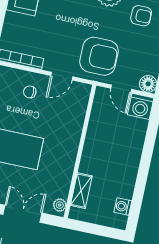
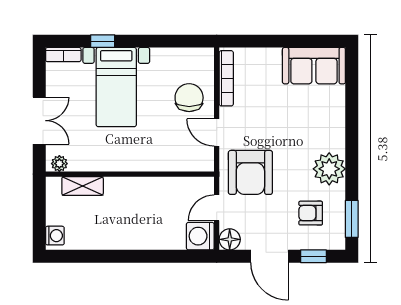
armchair: (141, 16) -> (311, 213), turned 90
chair: (30, 92) -> (189, 98), width x1.87, depth x1.87
washing machine: (123, 207) -> (55, 236), moved, turned 90

